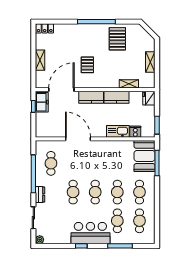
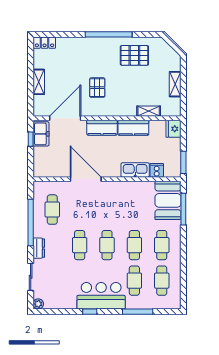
pallet: (117, 39) -> (134, 55), turned 90

